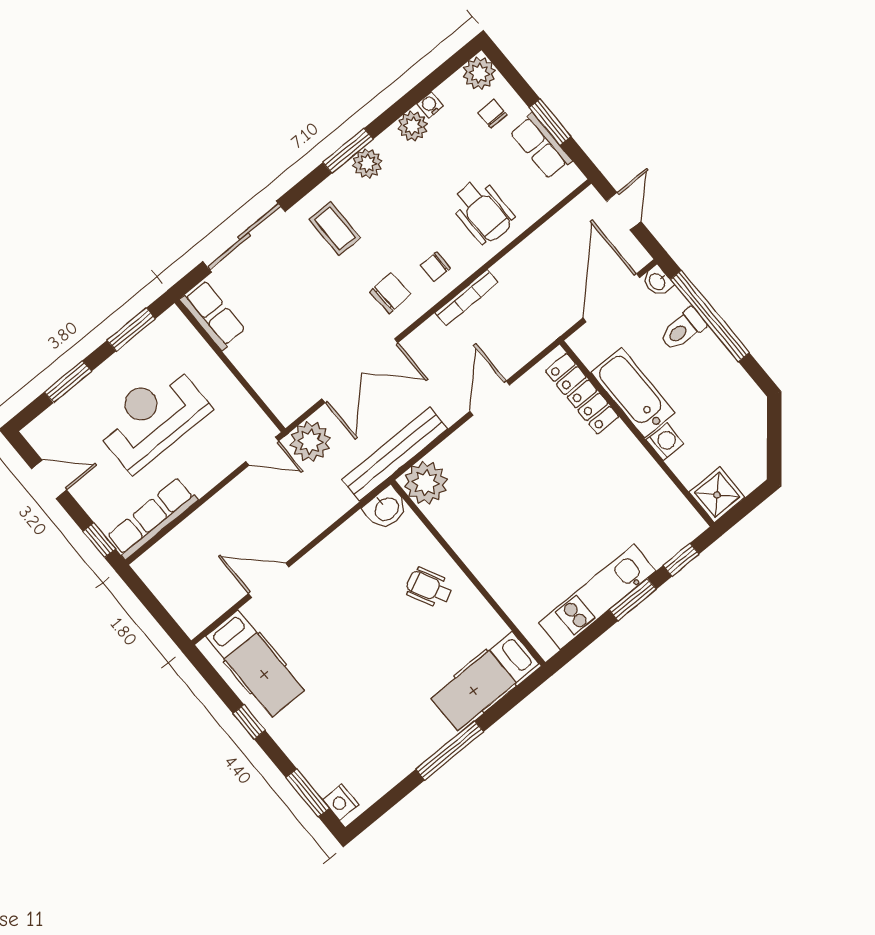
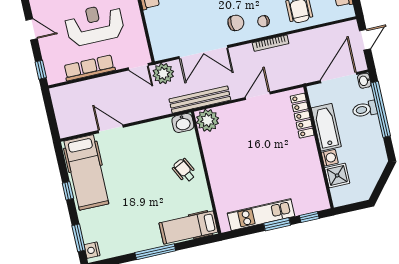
shower: (717, 495) -> (337, 175), moved
row of seats: (152, 518) -> (89, 68), moved
hospital bed: (255, 663) -> (86, 172), width x1.37, depth x1.29

